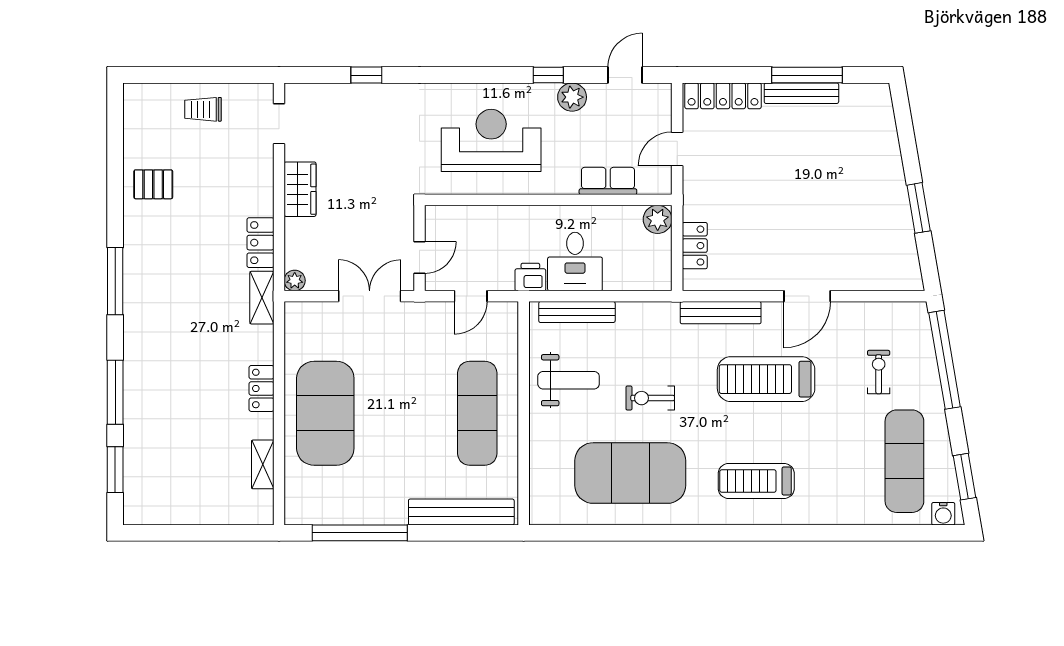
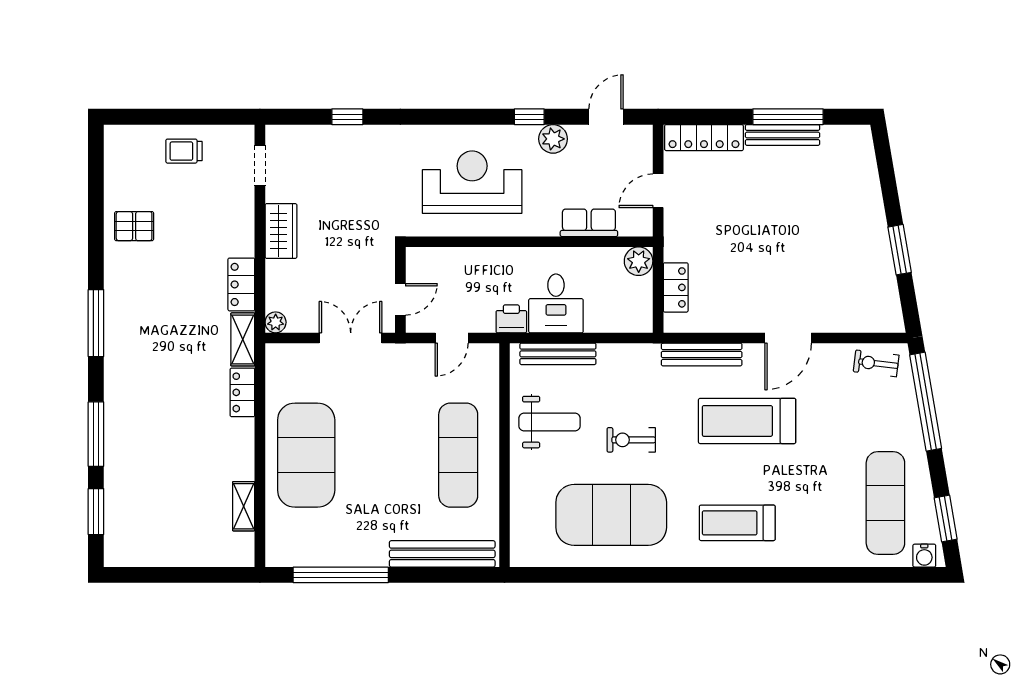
exercise bike: (879, 372) -> (876, 363), moved, turned -83
locker: (261, 388) -> (242, 392), moved

